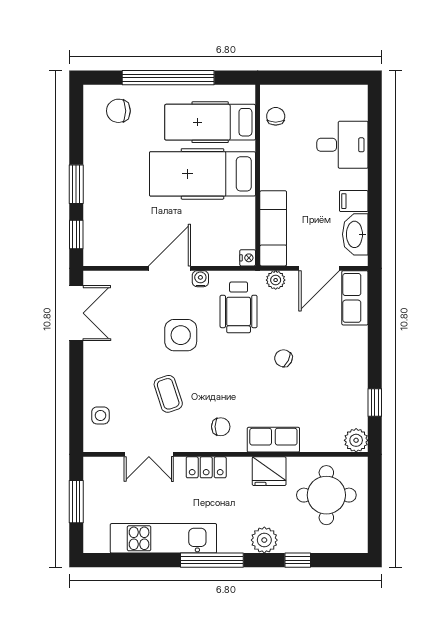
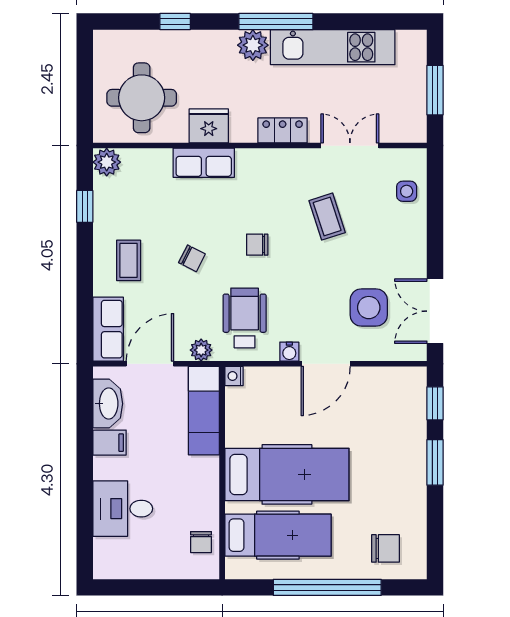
side table: (181, 335) -> (369, 308), moved
coffee table: (337, 356) -> (129, 260), added
chair: (221, 427) -> (257, 245), moved
plant: (264, 540) -> (253, 45), moved

